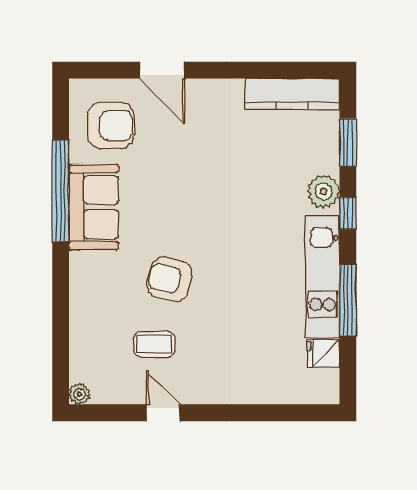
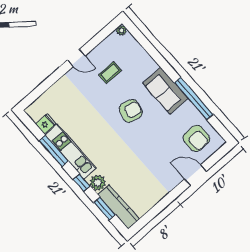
kitchen counter: (292, 94) -> (119, 207), moved, turned 90
armchair: (111, 126) -> (196, 138), turned -90
sofa: (94, 207) -> (165, 91), moved
armchair: (169, 279) -> (131, 111), moved
door: (163, 413) -> (76, 58), moved

